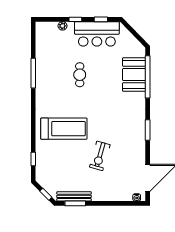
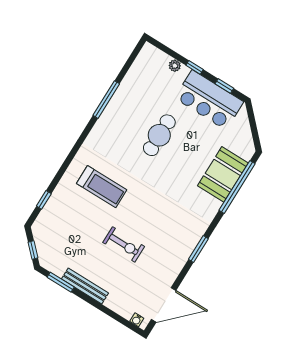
cafe table: (80, 75) -> (159, 135), width x1.37, depth x1.35
treadmill: (64, 129) -> (102, 187), width x0.73, depth x0.73
exercise bike: (100, 156) -> (124, 245), turned -106
bench: (74, 196) -> (85, 286), moved

